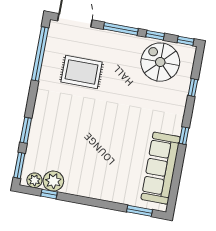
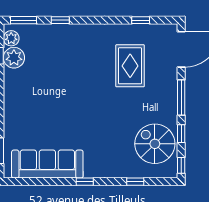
window: (40, 54) -> (141, 20), width x0.32
spiral stairs: (160, 62) -> (155, 144), turned -90
window: (26, 130) -> (60, 20), width x0.67

